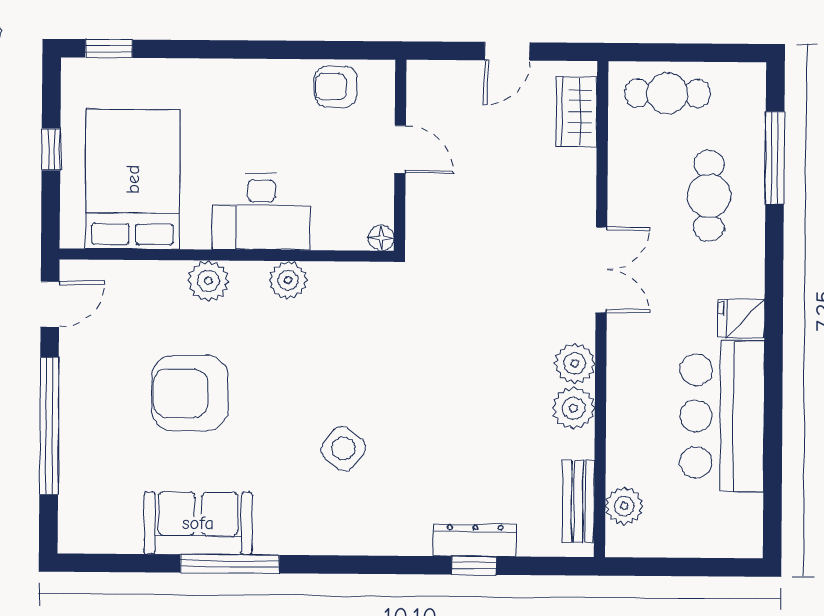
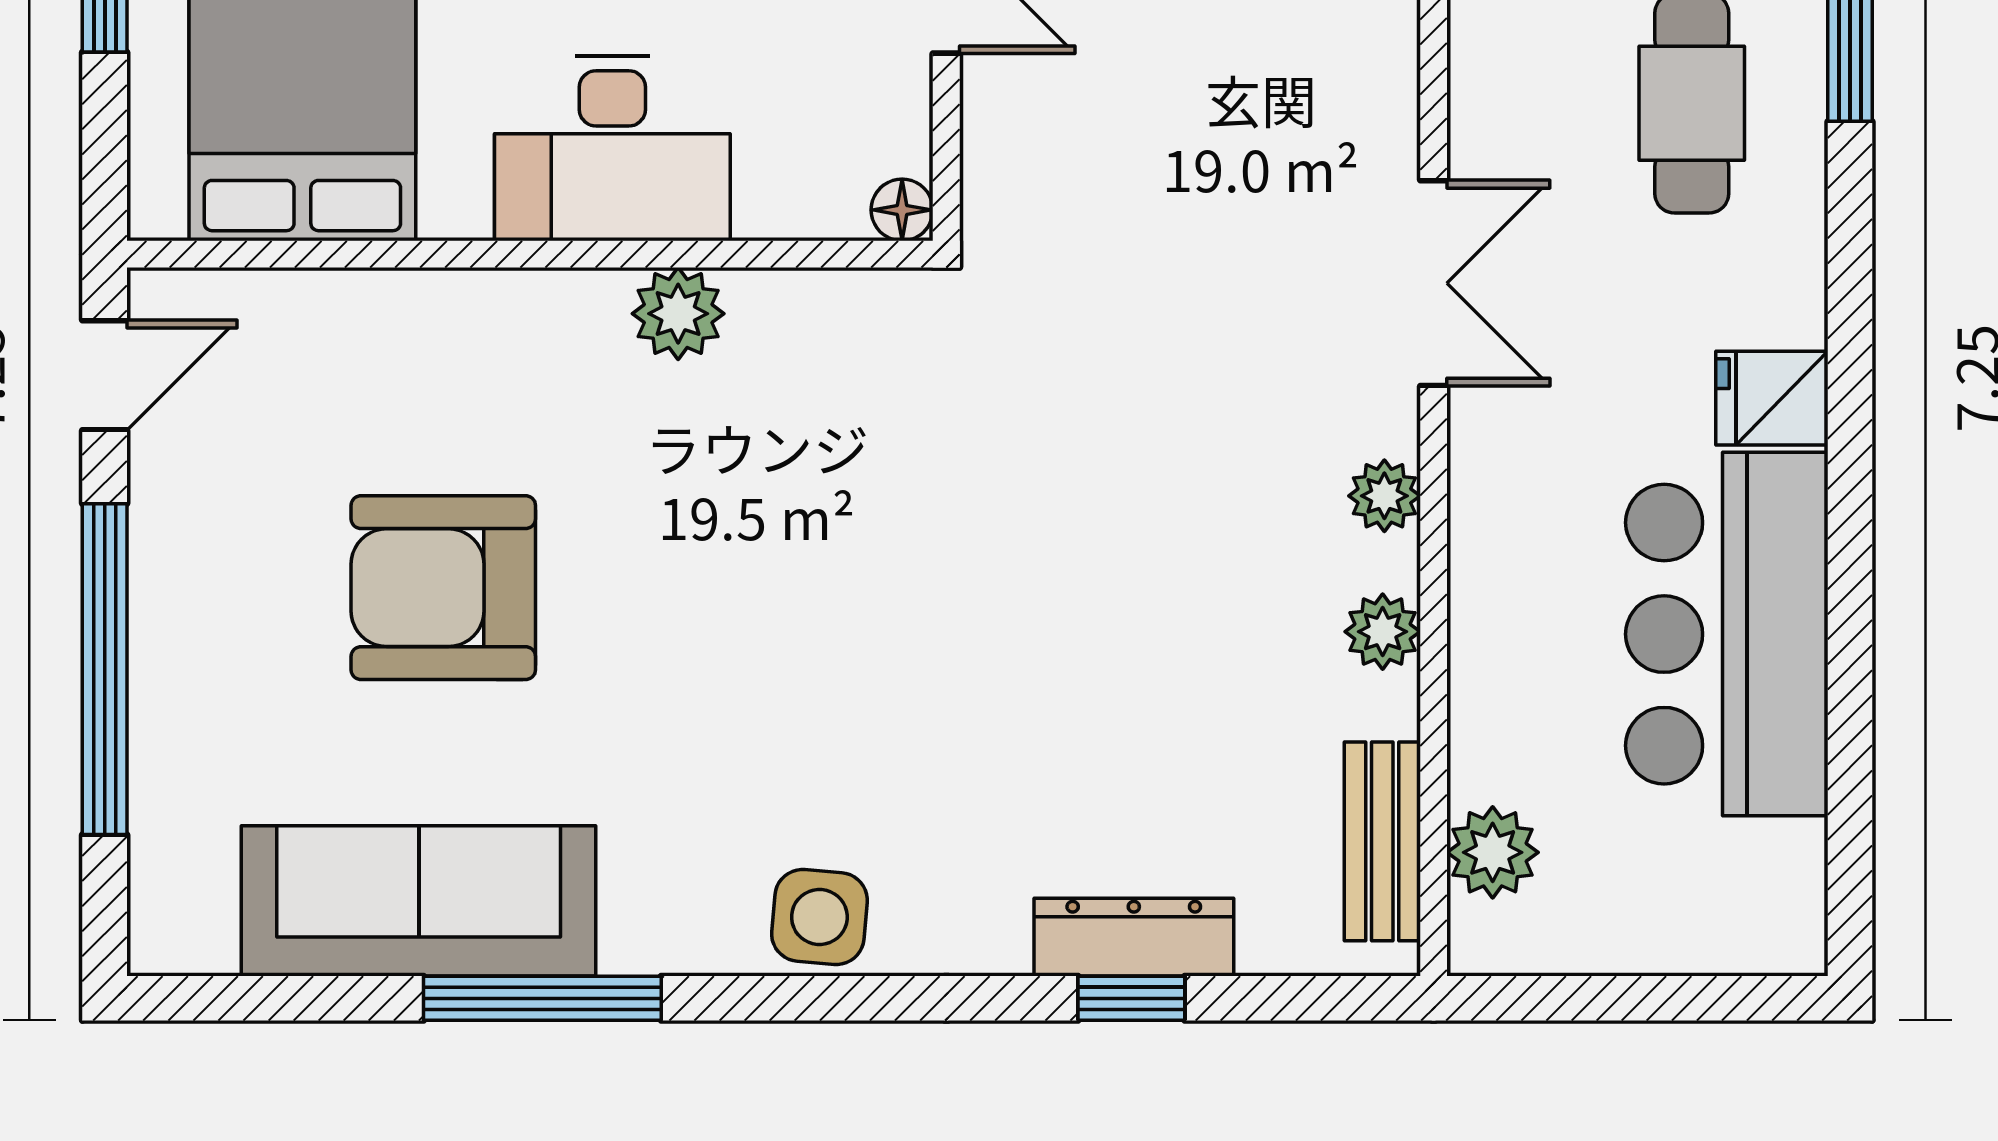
plant: (208, 281) -> (486, 317), removed
plant: (575, 363) -> (1384, 496), width x0.73, depth x0.73
plant: (573, 408) -> (1383, 632), width x0.73, depth x0.73
side table: (343, 449) -> (819, 917), moved, turned -32
sofa: (198, 523) -> (419, 901), width x1.36

